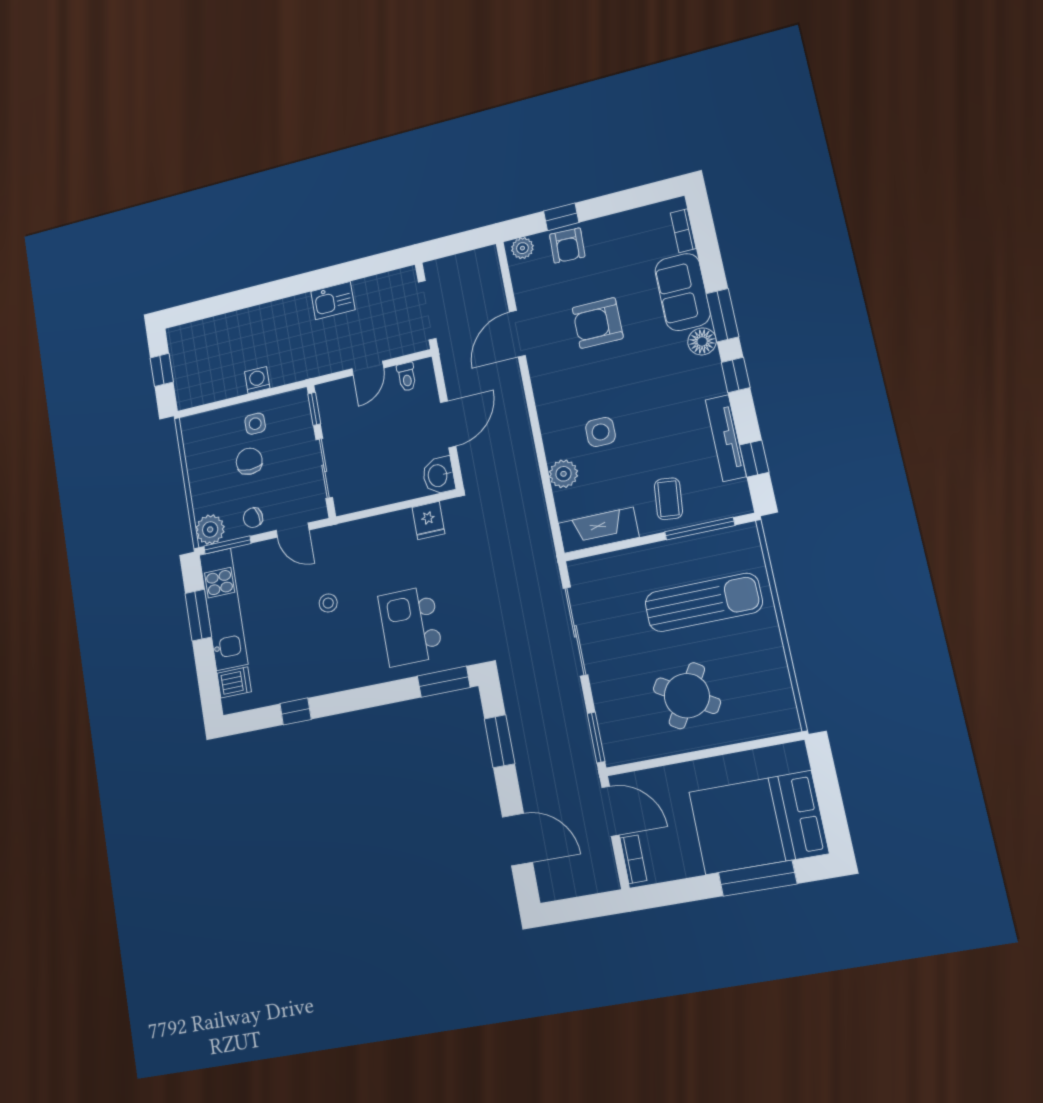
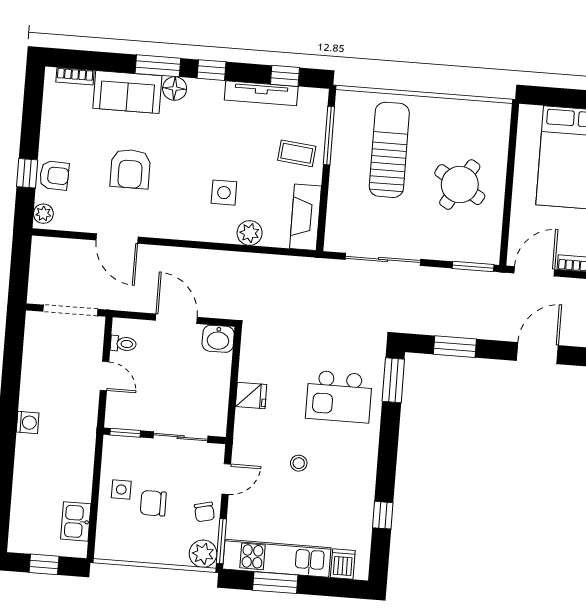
kitchen sink: (333, 301) -> (76, 521), moved, turned 180
washing machine: (257, 380) -> (28, 422), moved, turned 180
fridge: (428, 521) -> (251, 395), moved

